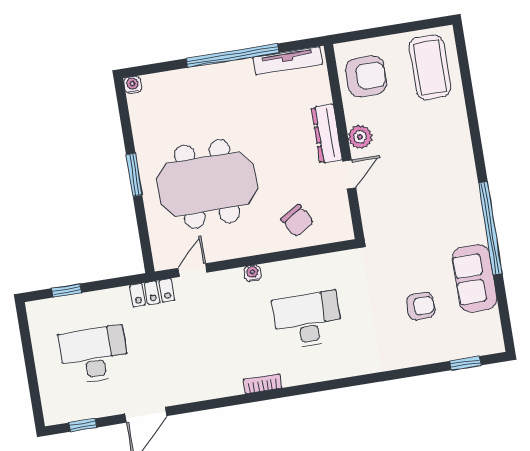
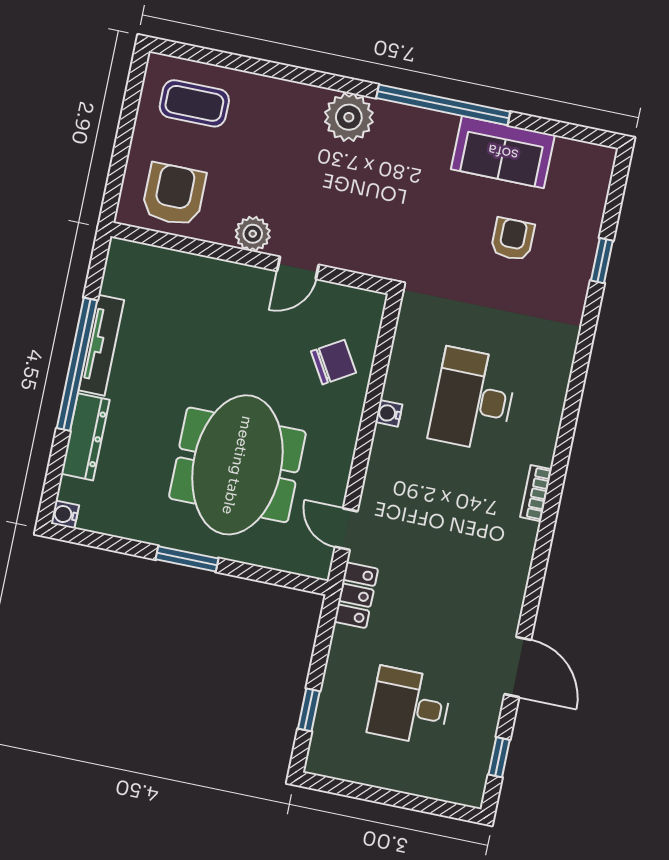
tv unit: (288, 61) -> (101, 345), moved
coffee table: (430, 67) -> (194, 103), width x0.73, depth x0.76
dresser: (327, 134) -> (85, 437), moved, turned -90
plant: (459, 170) -> (349, 117), added
door: (349, 174) -> (298, 268), swing flipped
water cooler: (253, 273) -> (389, 413), moved
desk: (94, 355) -> (410, 706), width x0.73
window: (465, 363) -> (602, 261), moved

